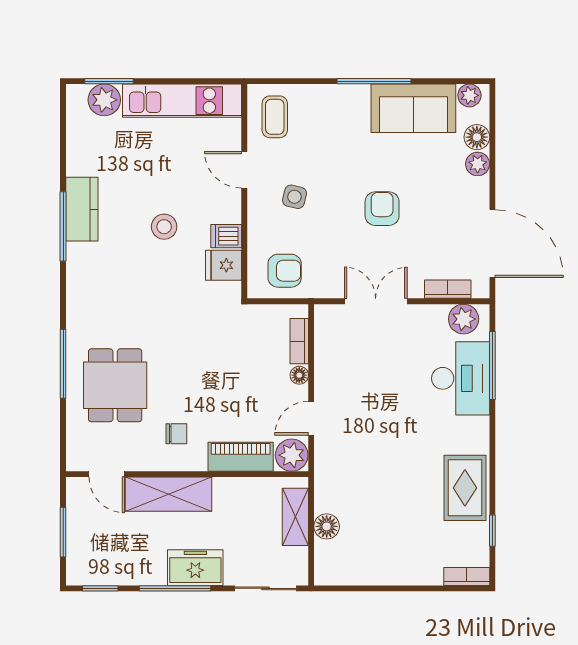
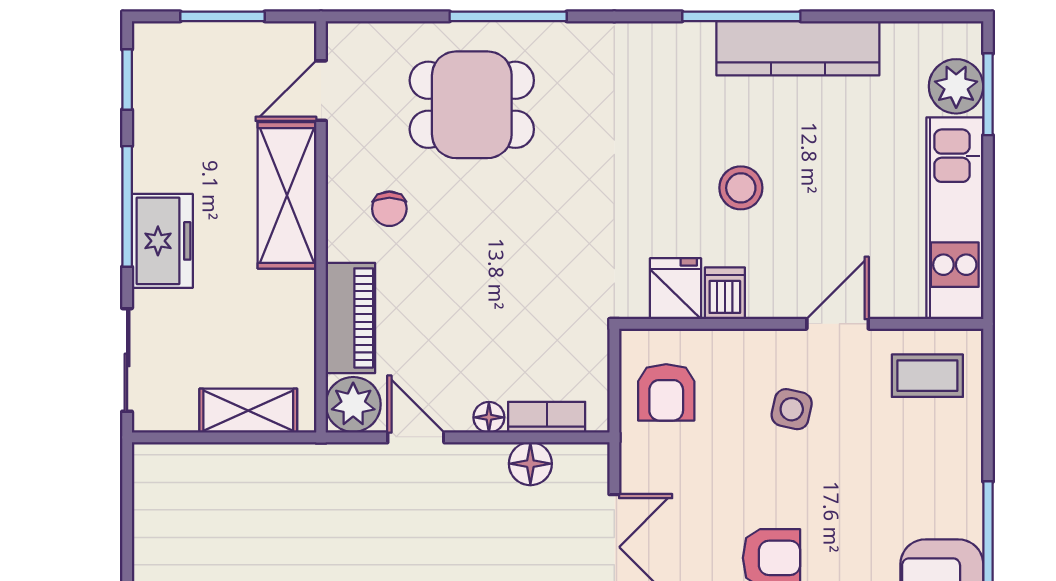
kitchen counter: (82, 209) -> (798, 48), width x1.50
floor lamp: (327, 526) -> (530, 464), moved

